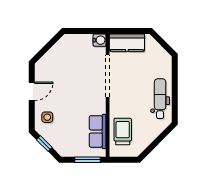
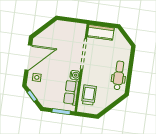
water cooler: (100, 40) -> (75, 75), moved
door: (32, 91) -> (28, 58), width x1.87

